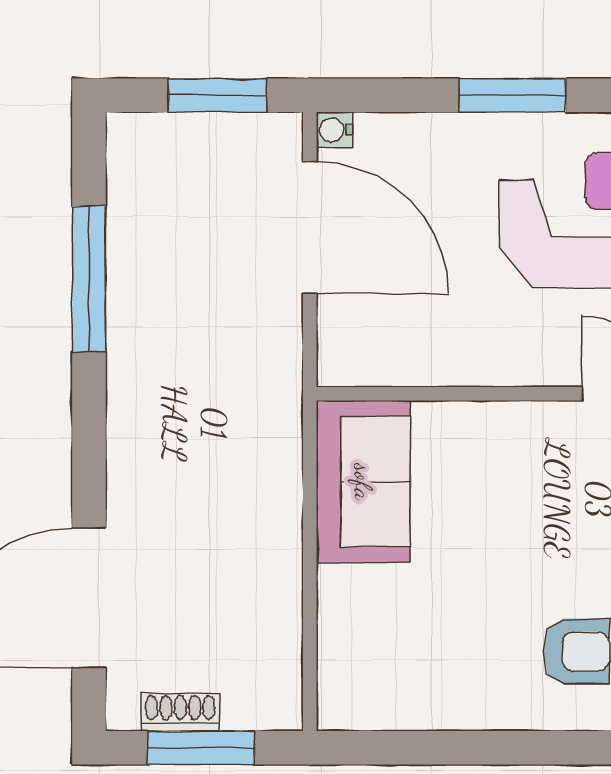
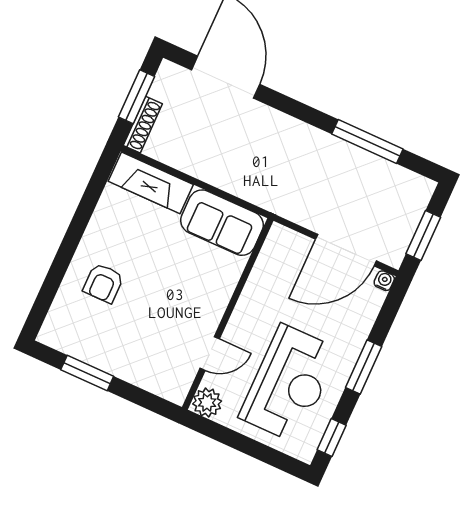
fireplace: (350, 648) -> (151, 183), added
shoe rack: (180, 712) -> (143, 125), moved, width x1.43

